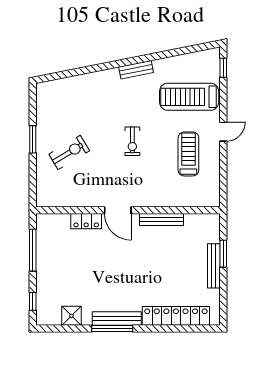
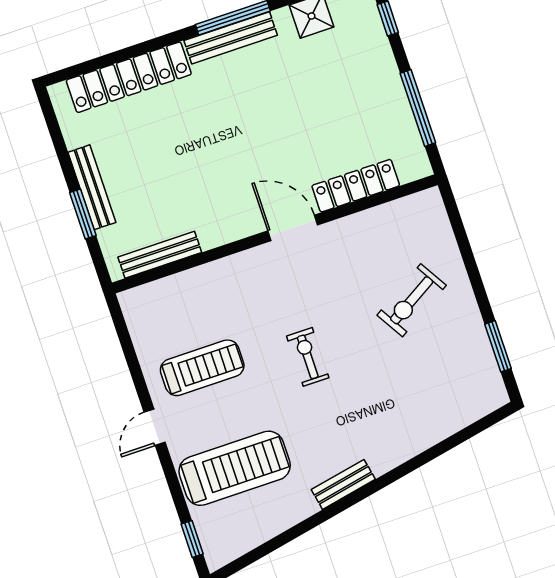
window: (33, 139) -> (498, 346), moved
treadmill: (188, 154) -> (202, 368), turned -90
bench: (162, 219) -> (160, 255), moved
locker: (86, 221) -> (356, 186), width x1.53

